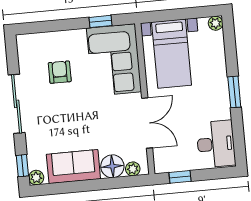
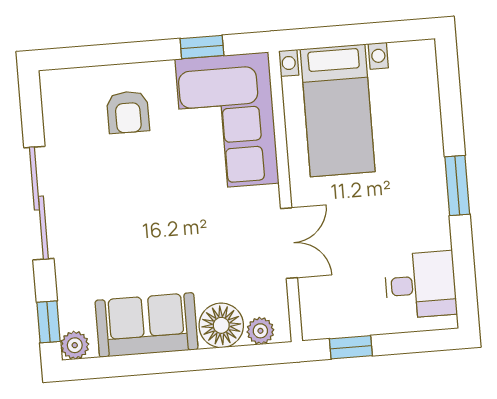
plant: (216, 23) -> (423, 53), removed
armchair: (60, 72) -> (128, 112), moved, turned 180
double door: (147, 123) -> (289, 243), width x0.73
desk: (216, 144) -> (421, 285), width x0.73

